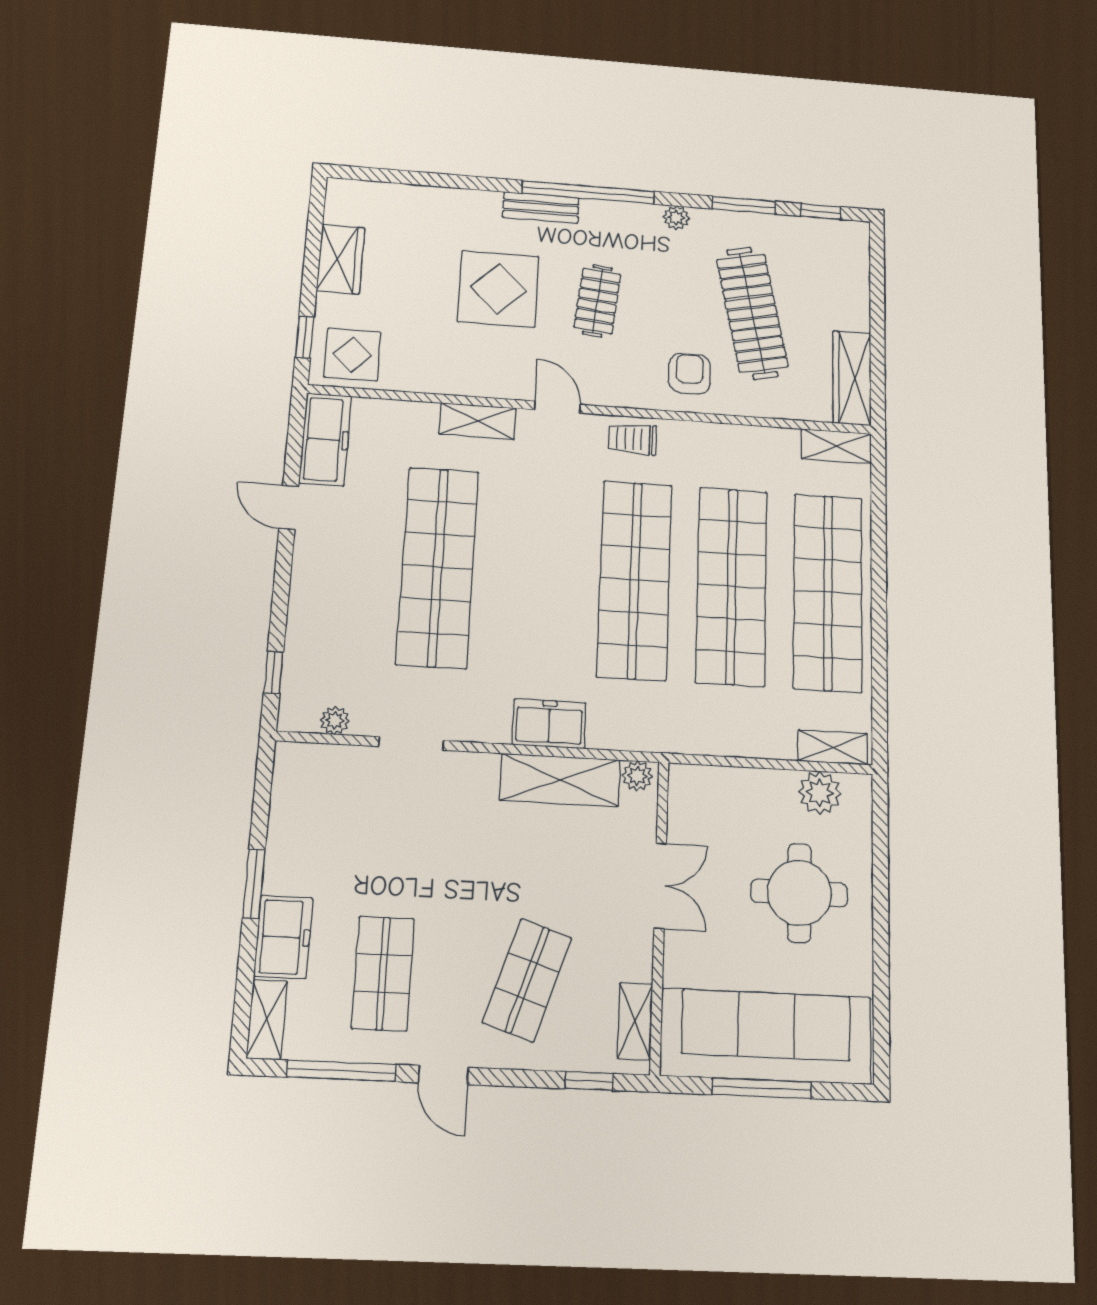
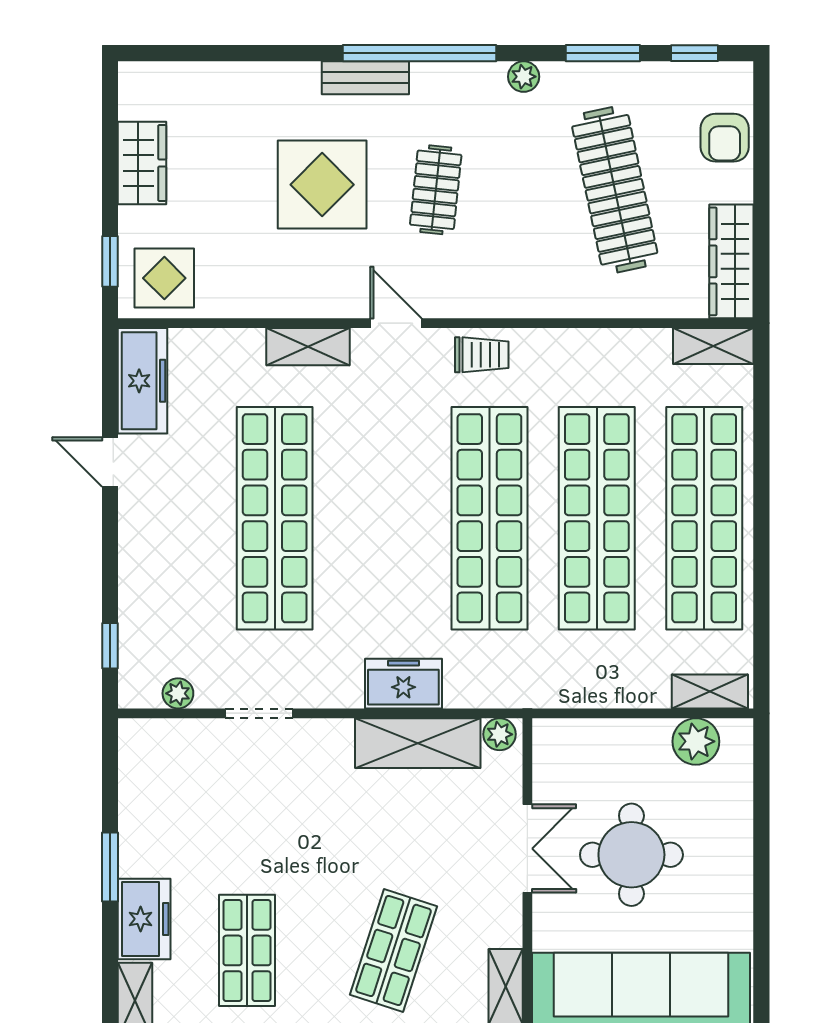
armchair: (690, 374) -> (725, 138), moved, turned 180
trolley: (633, 439) -> (482, 355), turned 180
round table: (799, 893) -> (631, 855), moved

